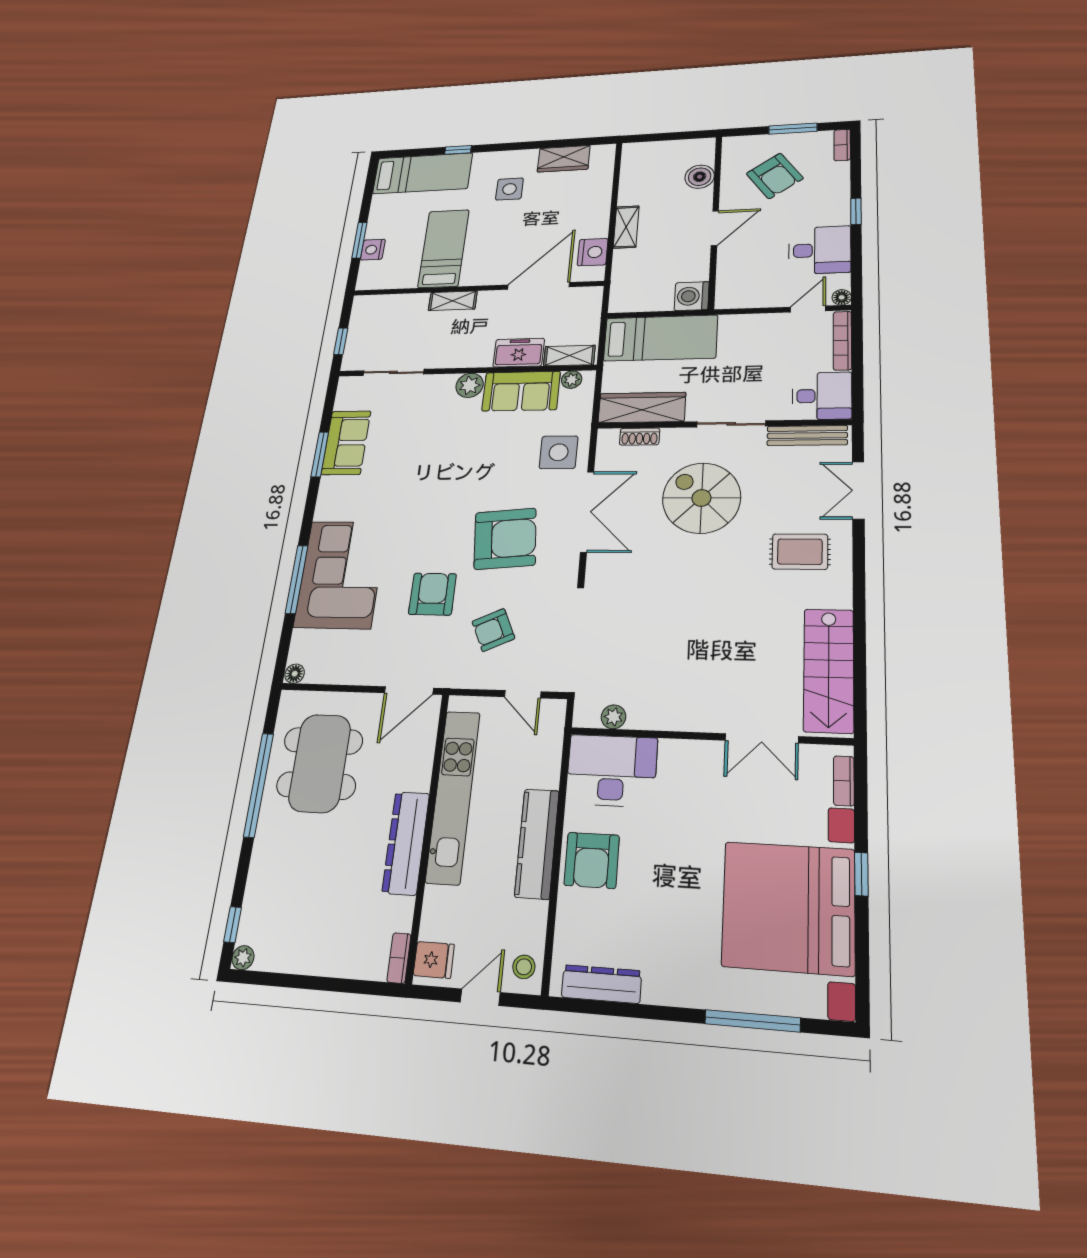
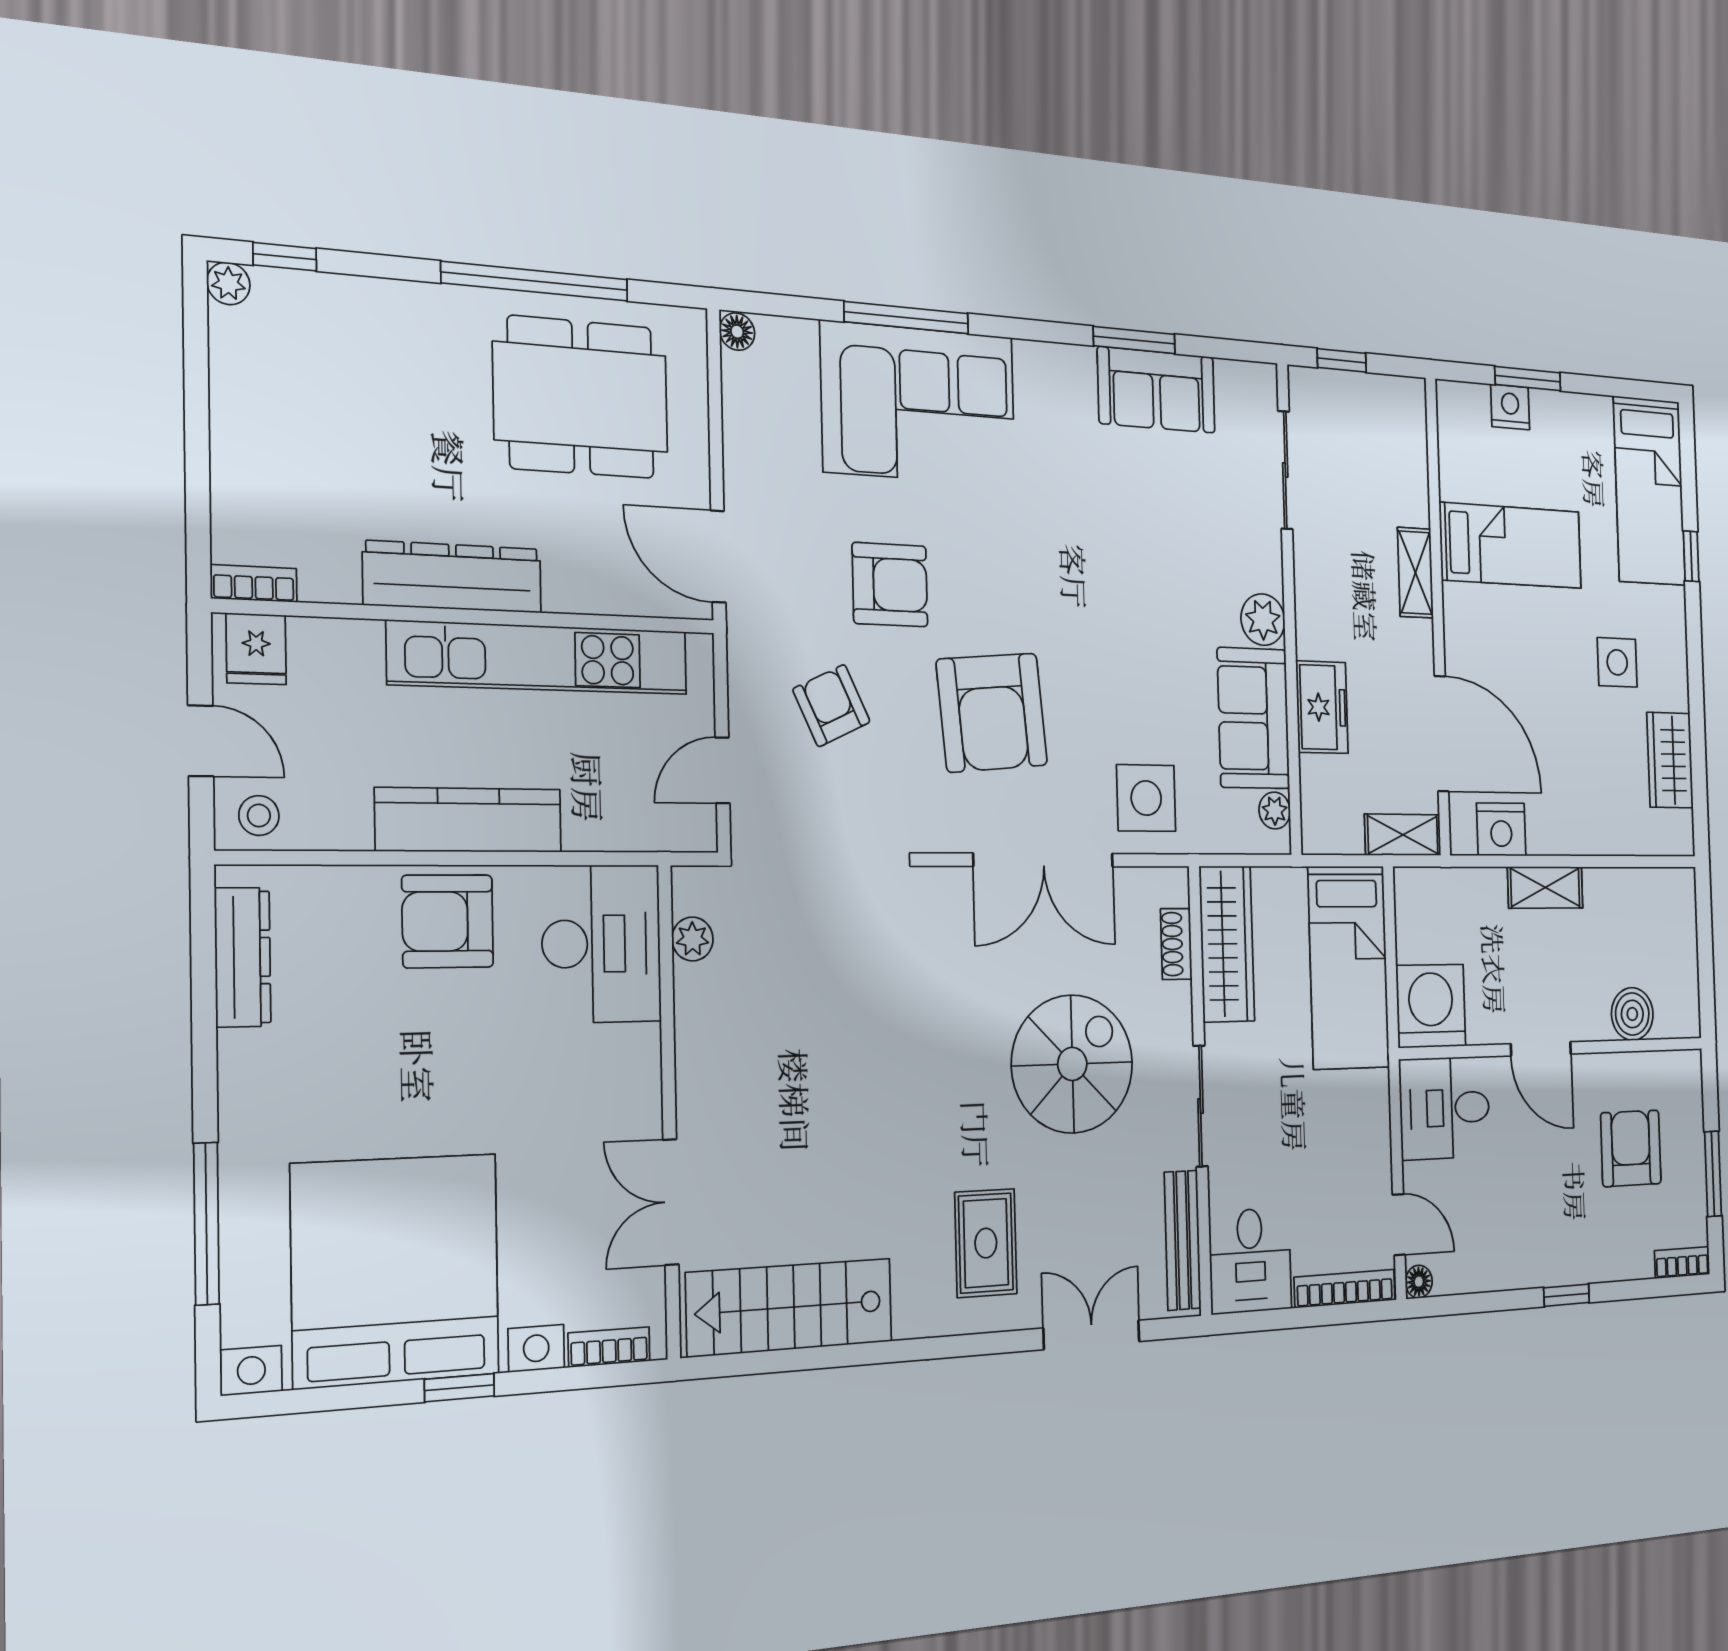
armchair: (775, 176) -> (1631, 1148), turned 125
desk: (820, 250) -> (1445, 1108), moved, turned 90
washing machine: (692, 296) -> (1431, 1006), width x1.37, depth x1.37
shelving: (569, 356) -> (1403, 835), moved, turned 90

